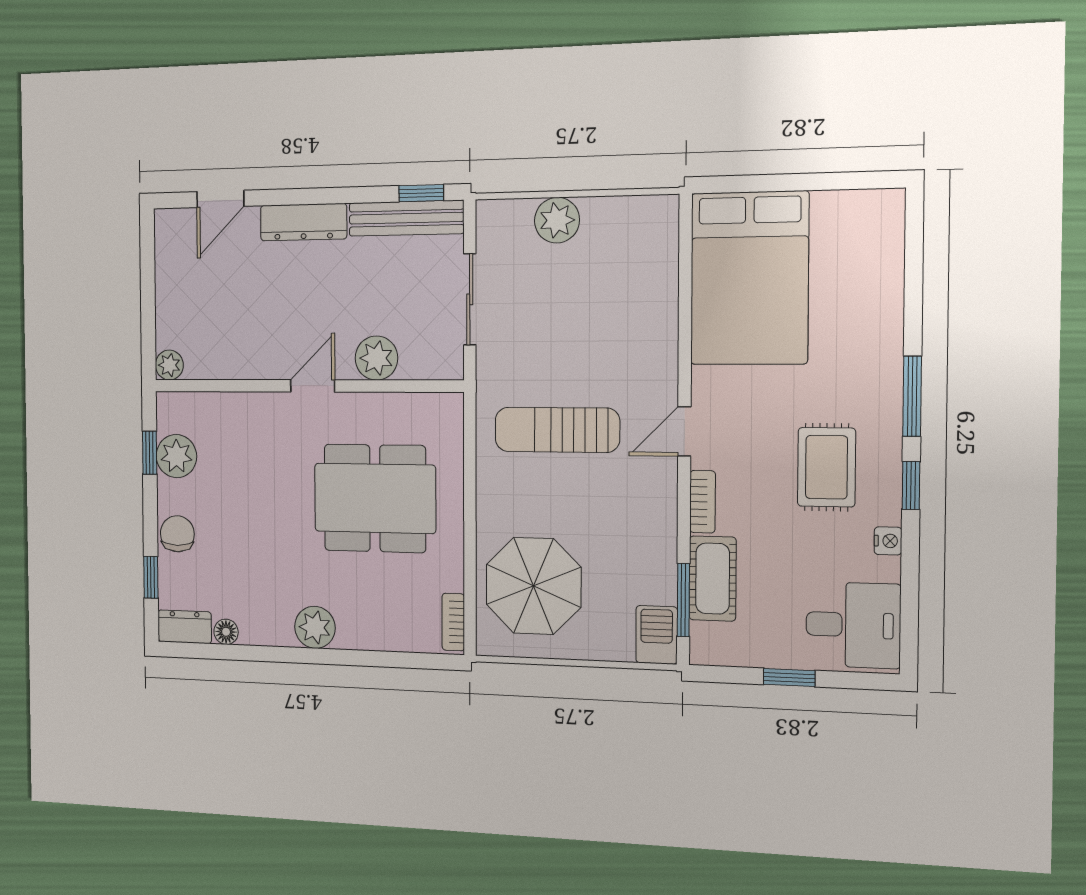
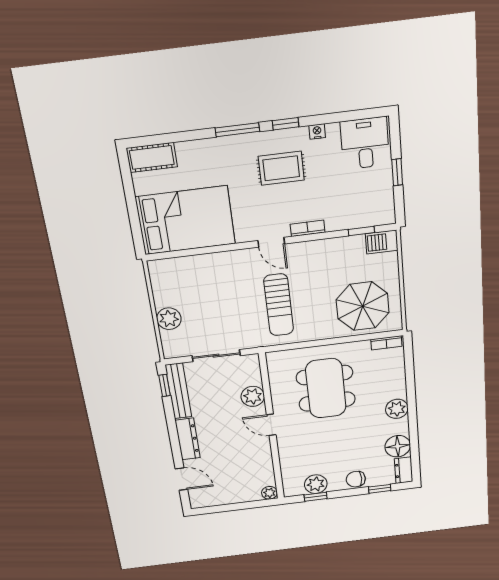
cot: (713, 579) -> (152, 157), moved
window: (683, 600) -> (361, 231), width x0.67
floor lamp: (226, 632) -> (398, 446), width x1.89, depth x1.89

